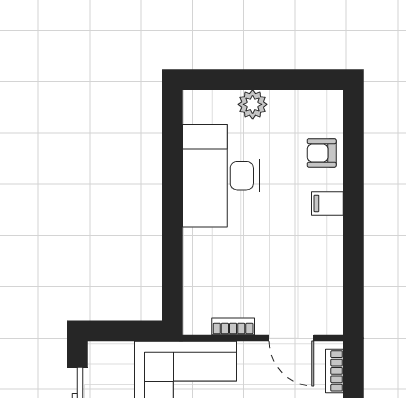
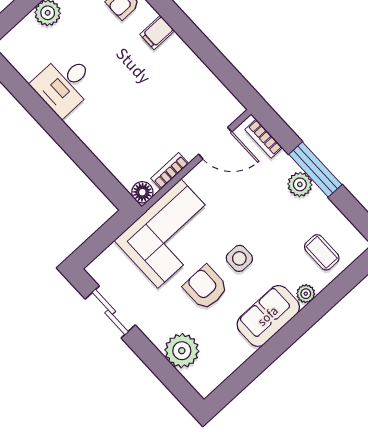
desk: (221, 176) -> (64, 84), width x0.53, depth x0.77
floor lamp: (194, 323) -> (142, 192), added

